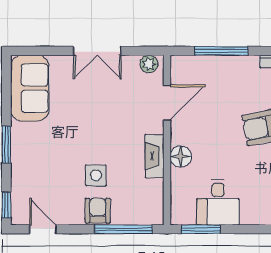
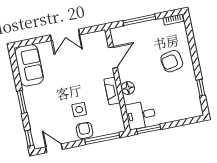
plant: (149, 64) -> (98, 36), removed
desk: (218, 202) -> (141, 115), moved, turned 90

